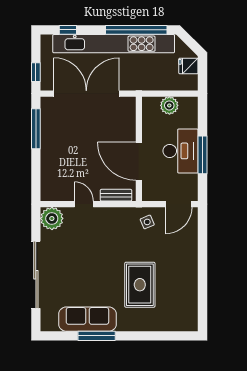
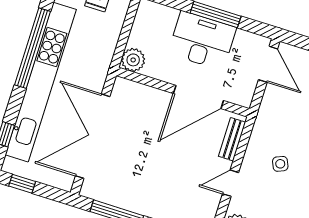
window: (36, 72) -> (22, 184), moved
plant: (169, 105) -> (133, 60), moved
side table: (147, 222) -> (280, 164), moved

